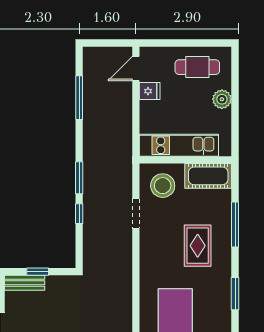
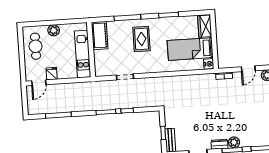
door: (136, 69) -> (39, 83), hinge flipped
stool: (163, 186) -> (107, 62), removed
rug: (198, 246) -> (141, 39), turned 90

